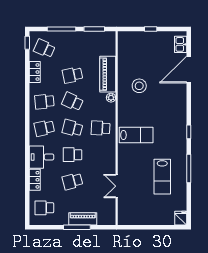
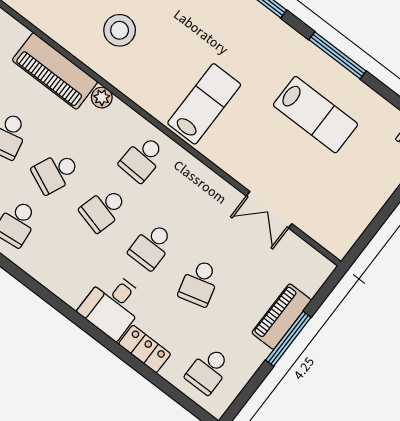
school desk: (44, 128) -> (65, 260), removed

